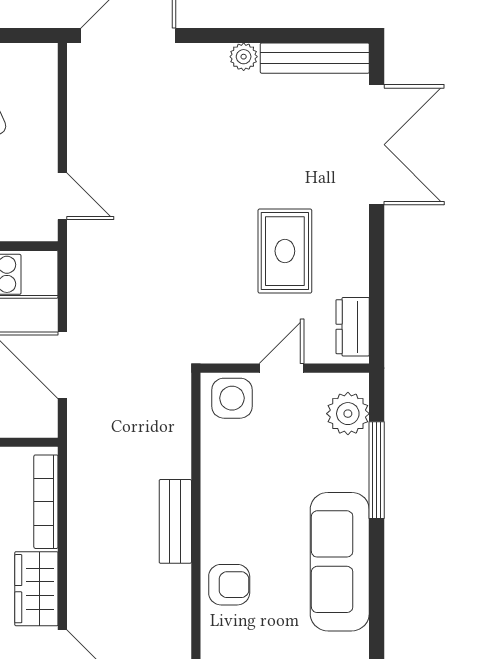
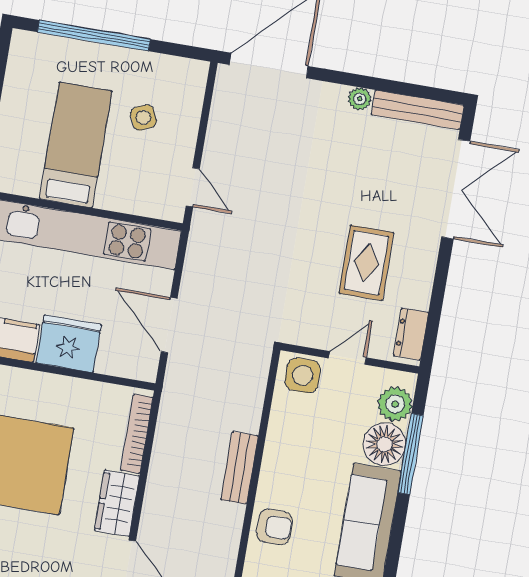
floor lamp: (343, 464) -> (384, 444), added

